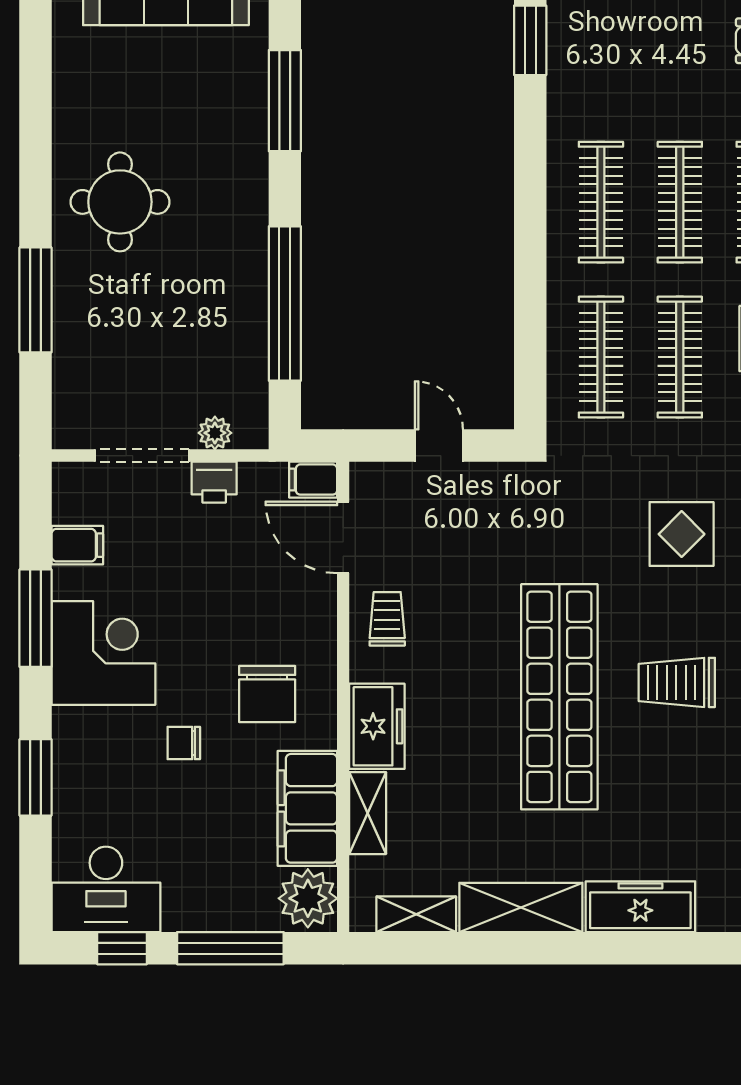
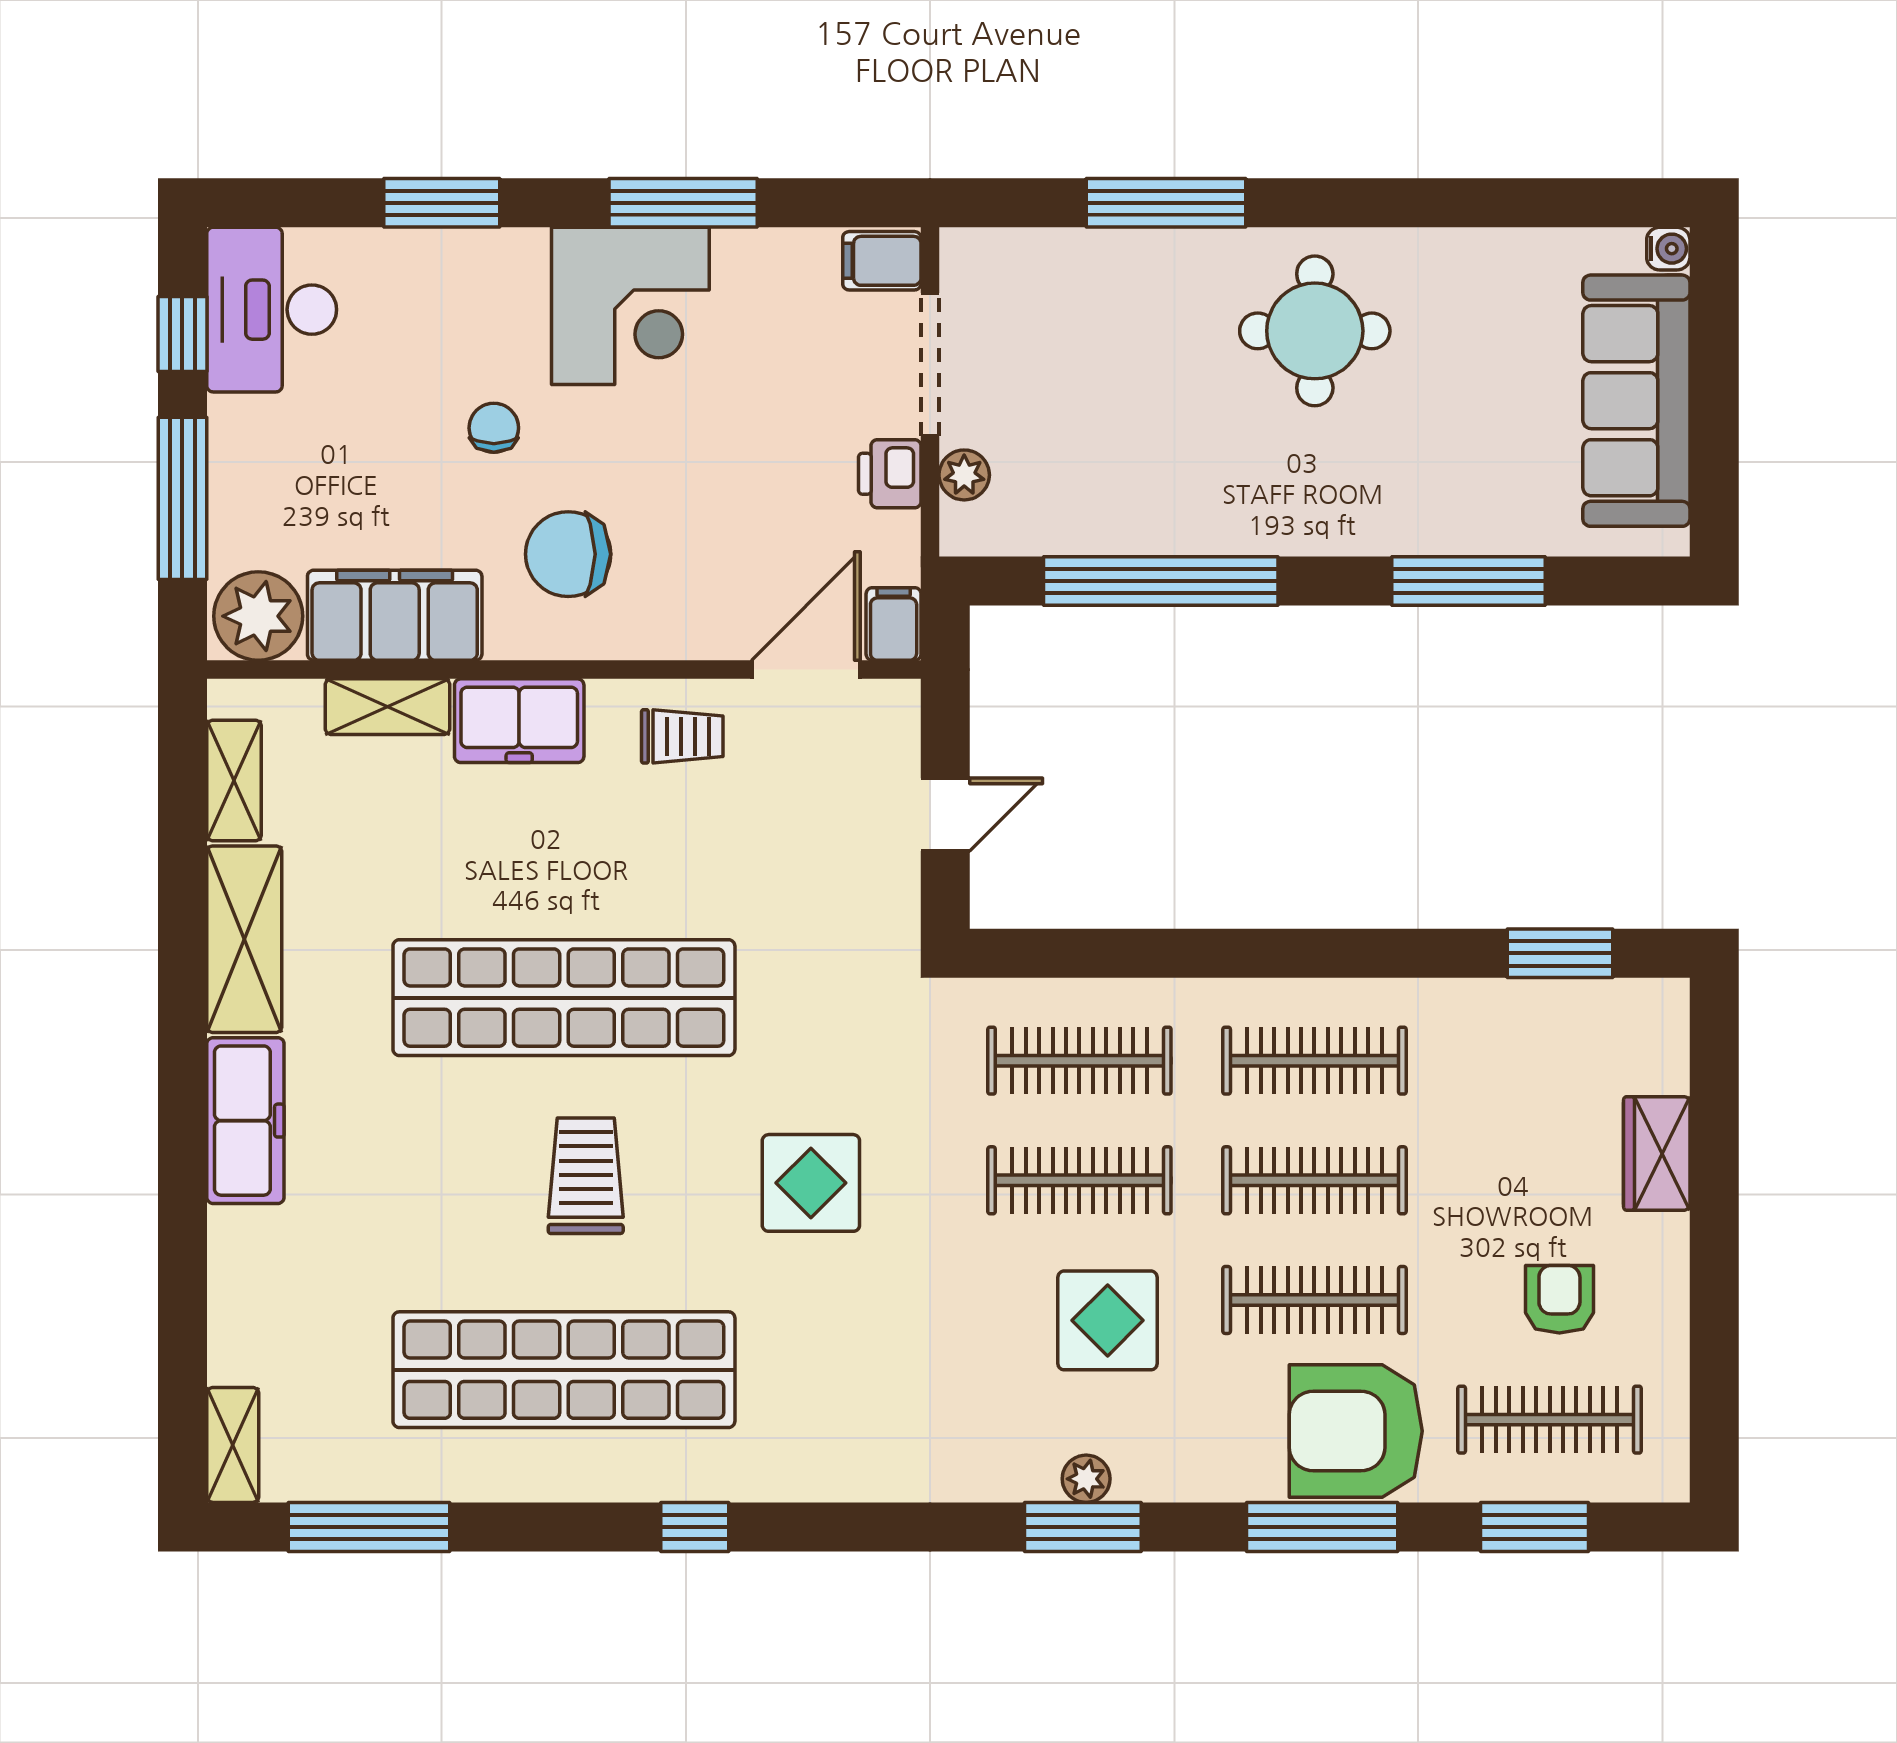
filing cabinet: (77, 545) -> (882, 261), moved, turned 90

